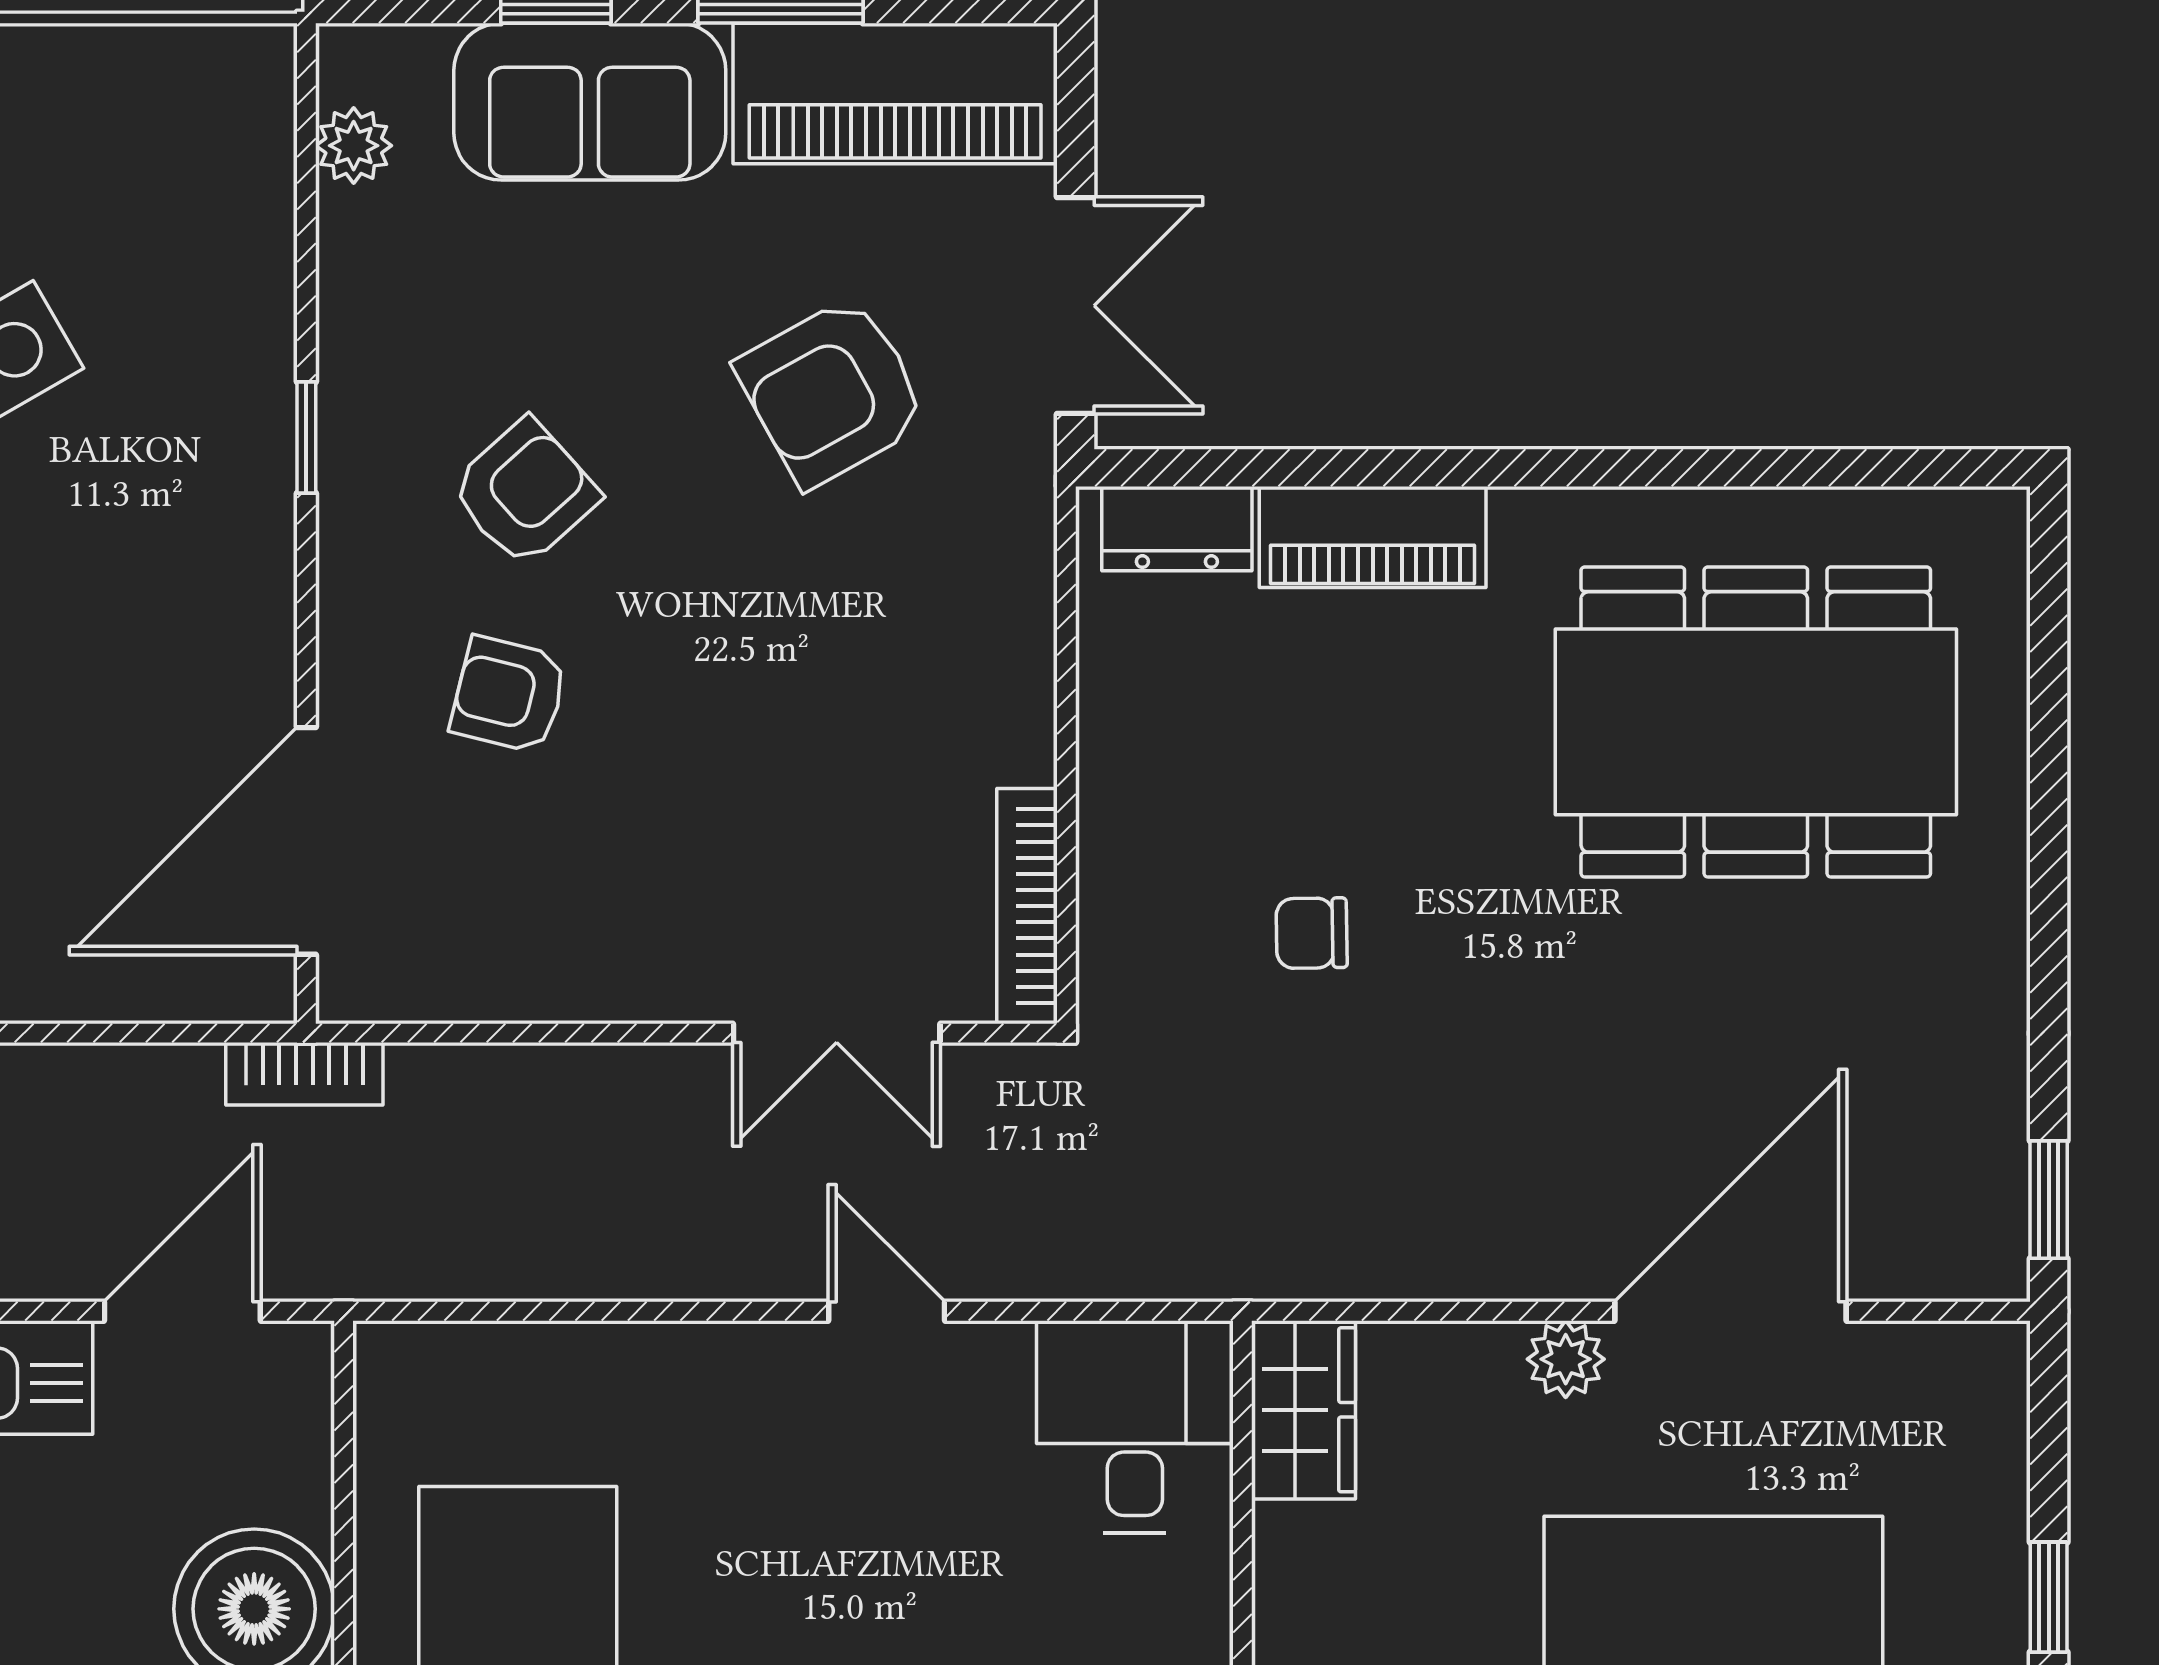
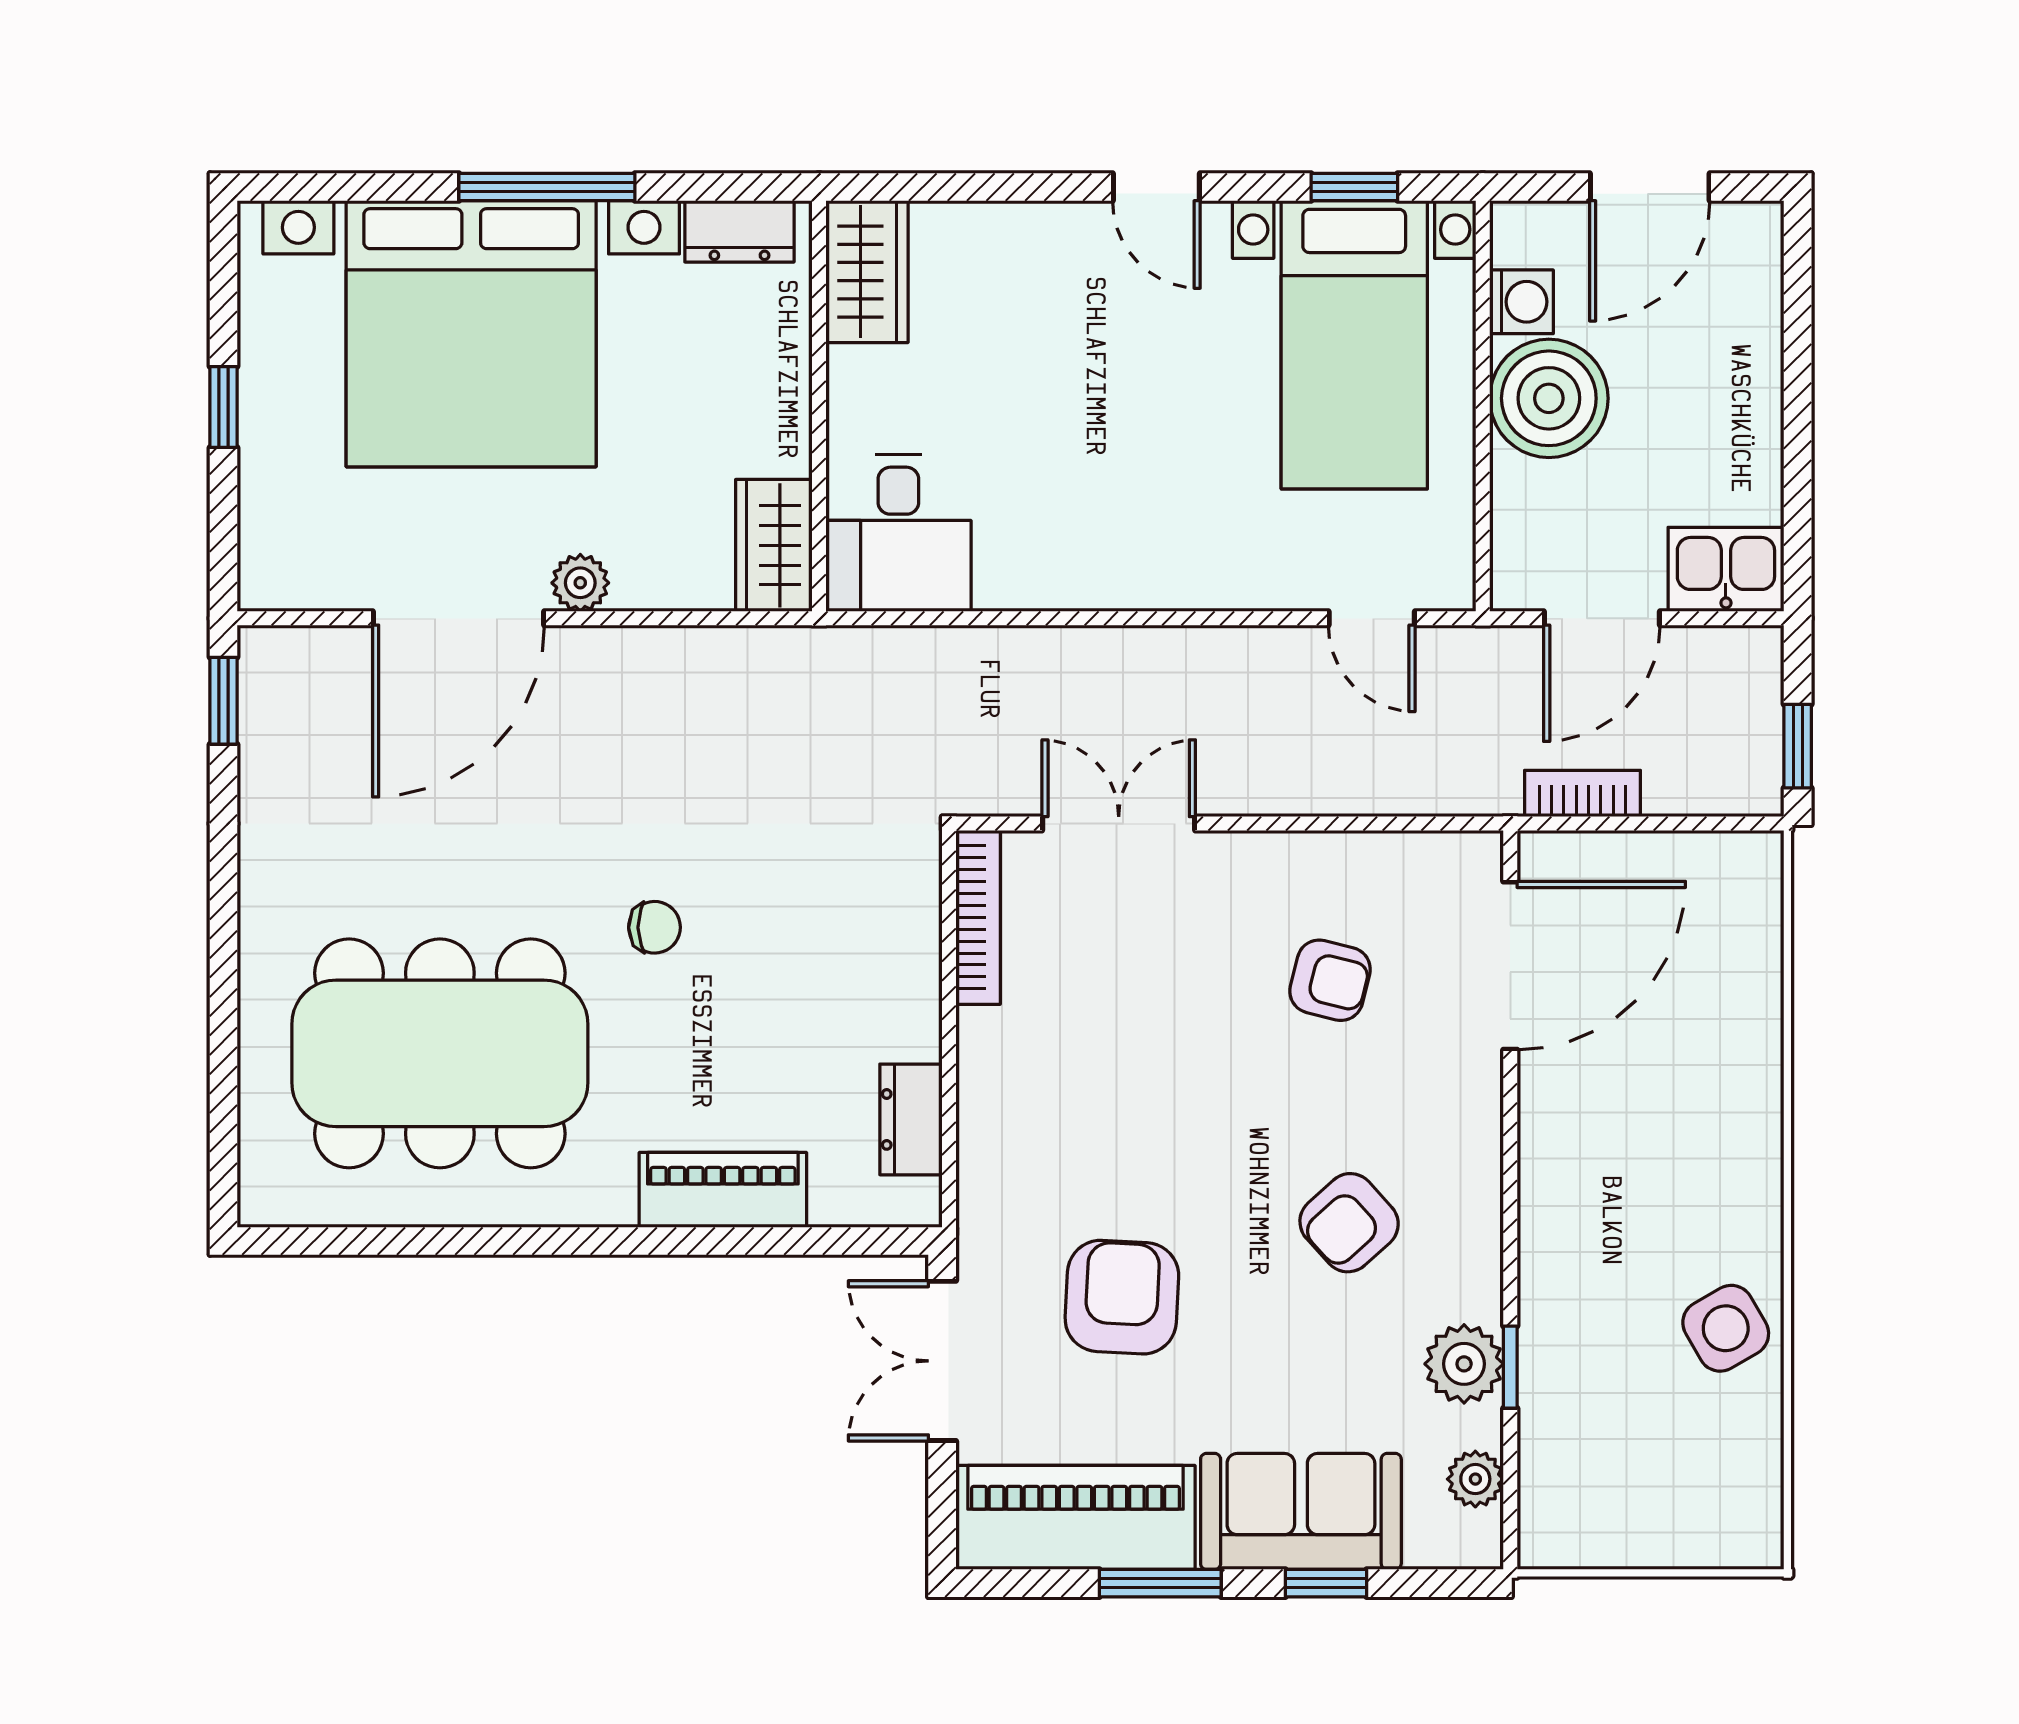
plant: (369, 301) -> (1464, 1364), added
armchair: (832, 392) -> (1122, 1297), turned -58
window: (306, 438) -> (1510, 1367), moved
dresser: (1177, 529) -> (911, 1119), moved, turned -90
armchair: (509, 695) -> (1330, 980), moved
chair: (1312, 933) -> (654, 927), moved
bookcase: (304, 1074) -> (1582, 793), moved
door: (887, 1311) -> (1372, 618), moved

